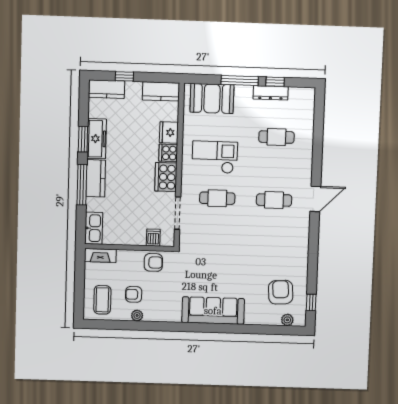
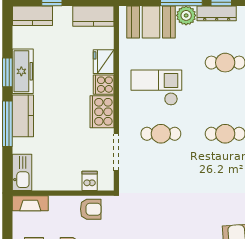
plant: (243, 94) -> (186, 15), added

